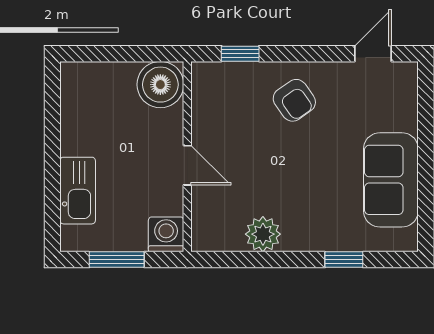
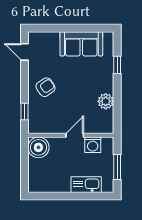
washing machine: (166, 234) -> (93, 145), moved, turned -90

